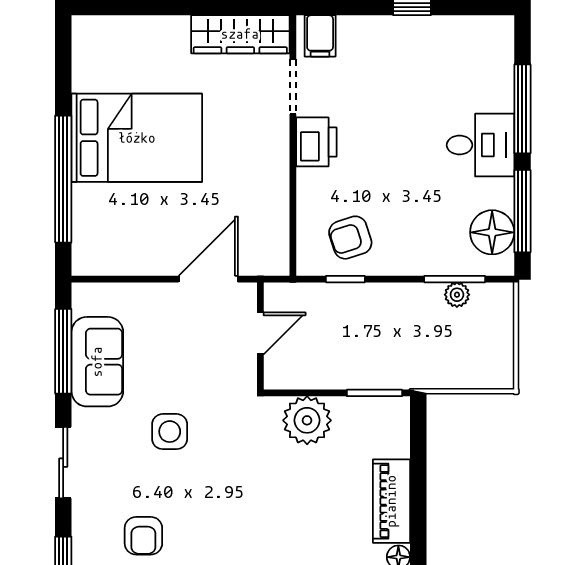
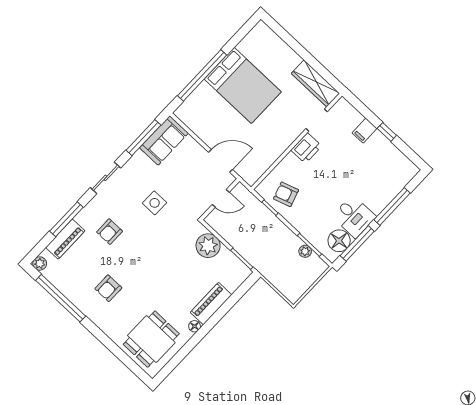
filing cabinet: (320, 36) -> (365, 131), moved
desk: (480, 145) -> (354, 216), moved
sofa: (97, 362) -> (164, 140), moved

